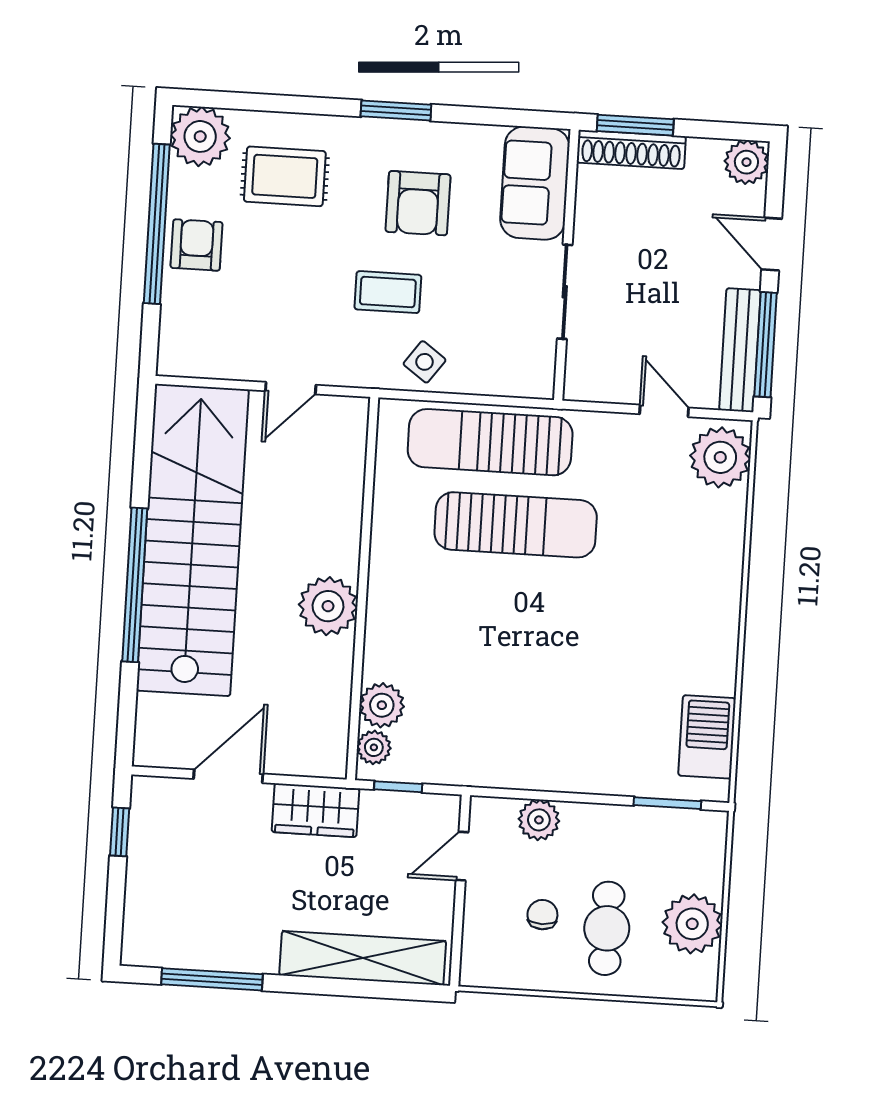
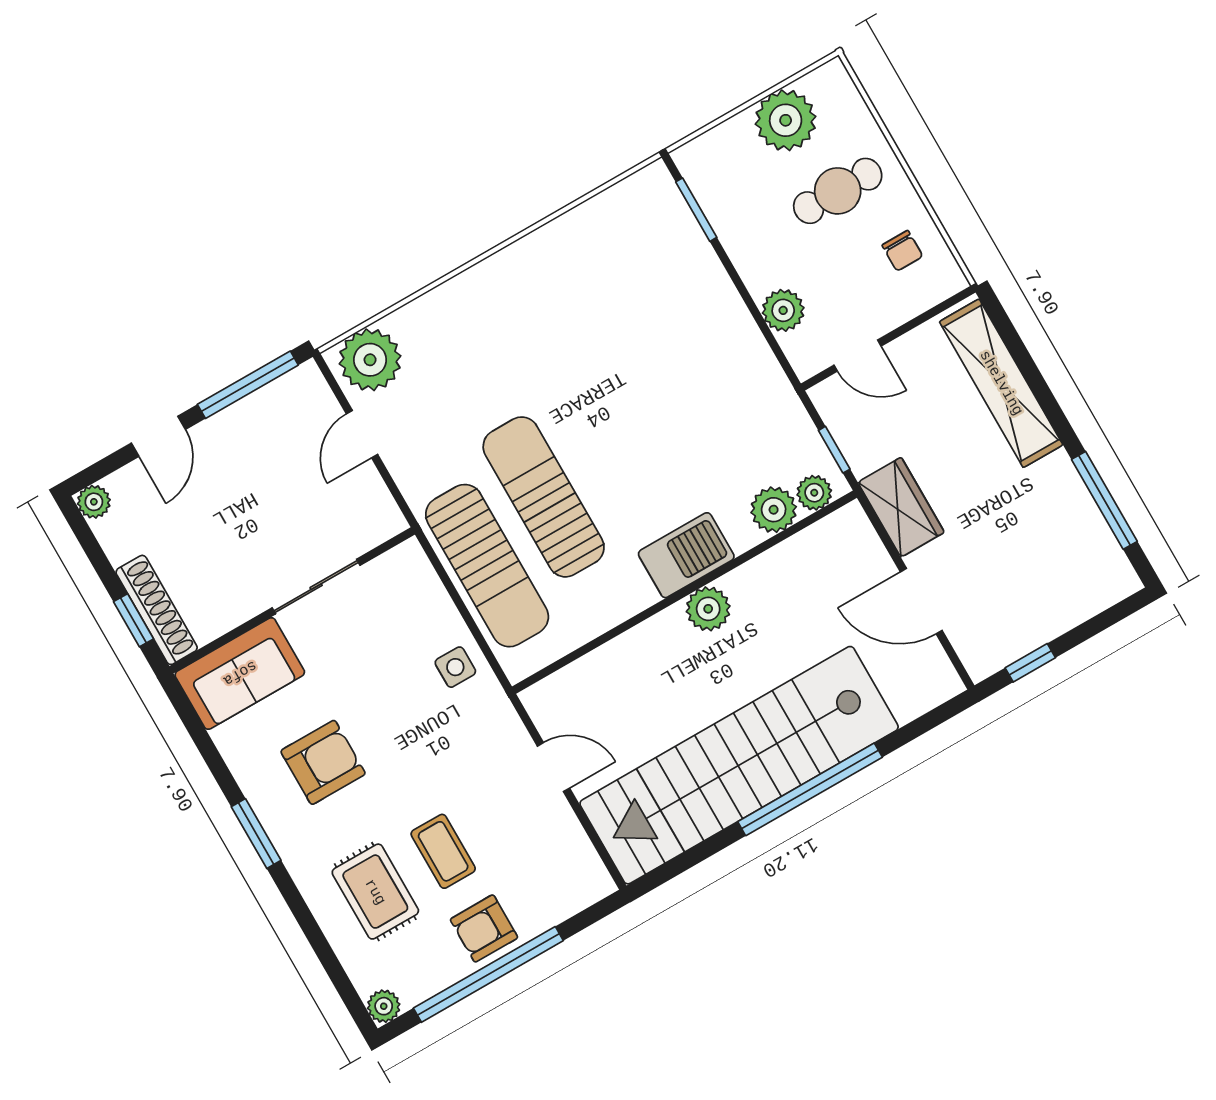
window: (635, 125) -> (133, 620), width x0.67
plant: (200, 136) -> (384, 1006), width x0.53, depth x0.53
plant: (746, 162) -> (94, 502), width x0.73, depth x0.73
coffee table: (388, 292) -> (443, 851), moved
bench: (740, 350) -> (267, 403), removed
side table: (425, 362) -> (455, 667), turned -36
plant: (328, 606) -> (708, 609), width x0.73, depth x0.73
barbecue: (707, 737) -> (686, 555), moved, turned 180
chair: (542, 915) -> (902, 251), moved, turned -90

